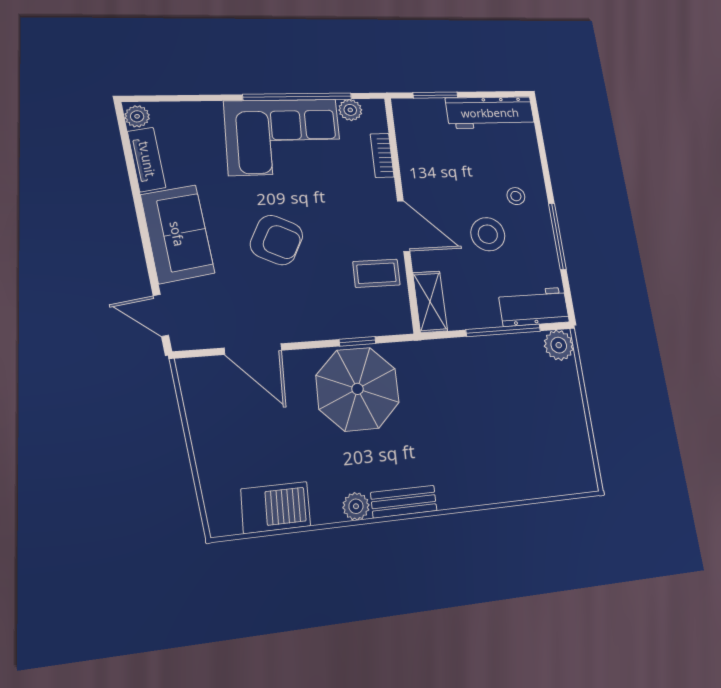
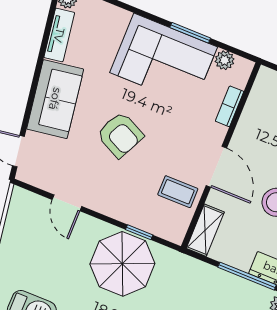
window: (298, 97) -> (190, 33), width x0.47
door: (253, 349) -> (67, 203), width x0.73

